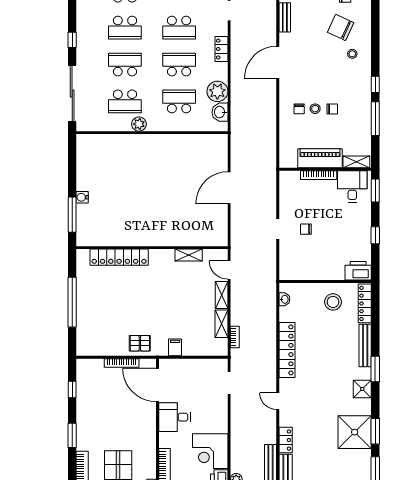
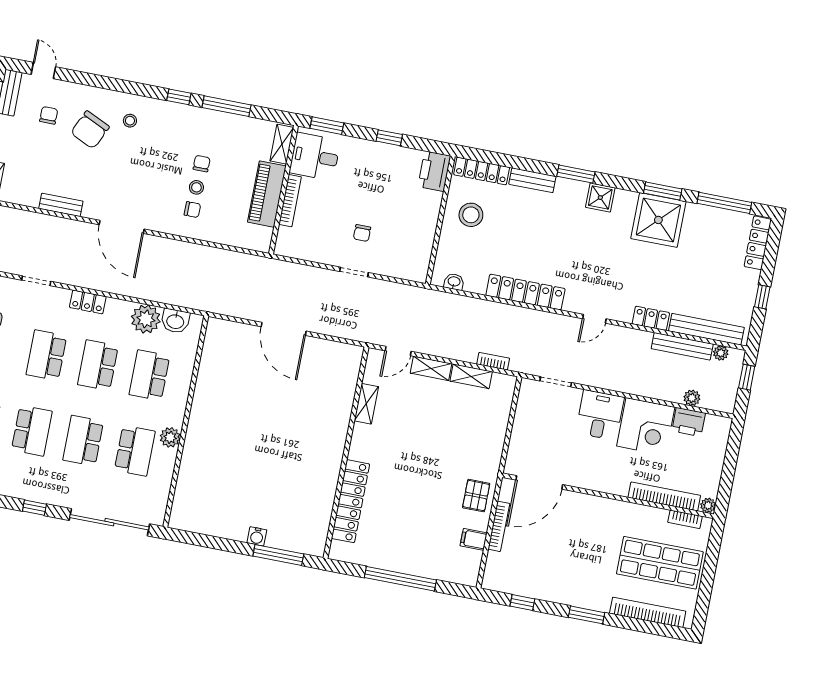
school desk: (179, 28) -> (46, 355), turned 180
bench: (365, 346) -> (532, 180), width x0.73
filing cabinet: (175, 347) -> (474, 539), moved
desk: (174, 417) -> (600, 415), moved, turned 180

